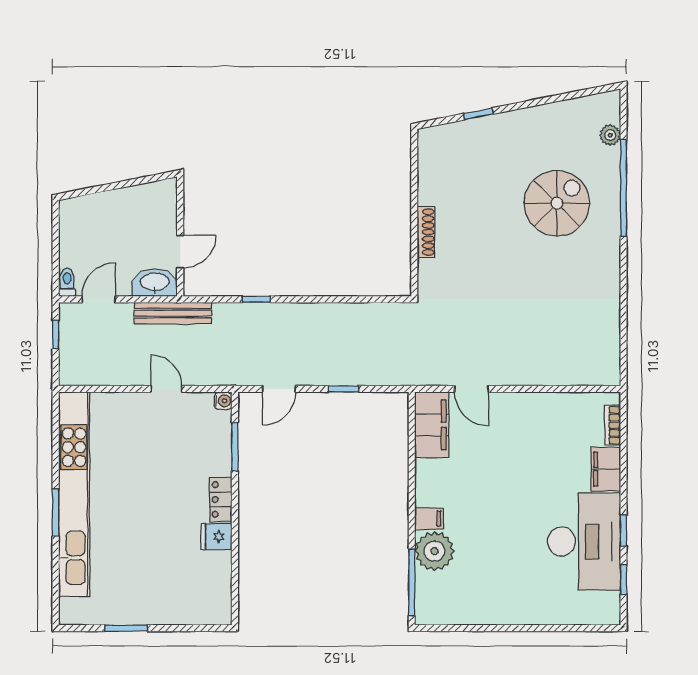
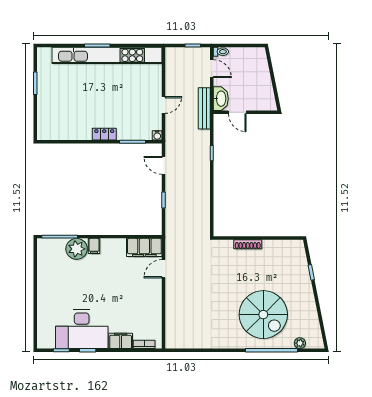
spiral stairs: (557, 203) -> (263, 315), width x1.37, depth x1.37
fridge: (216, 537) -> (84, 132), removed

